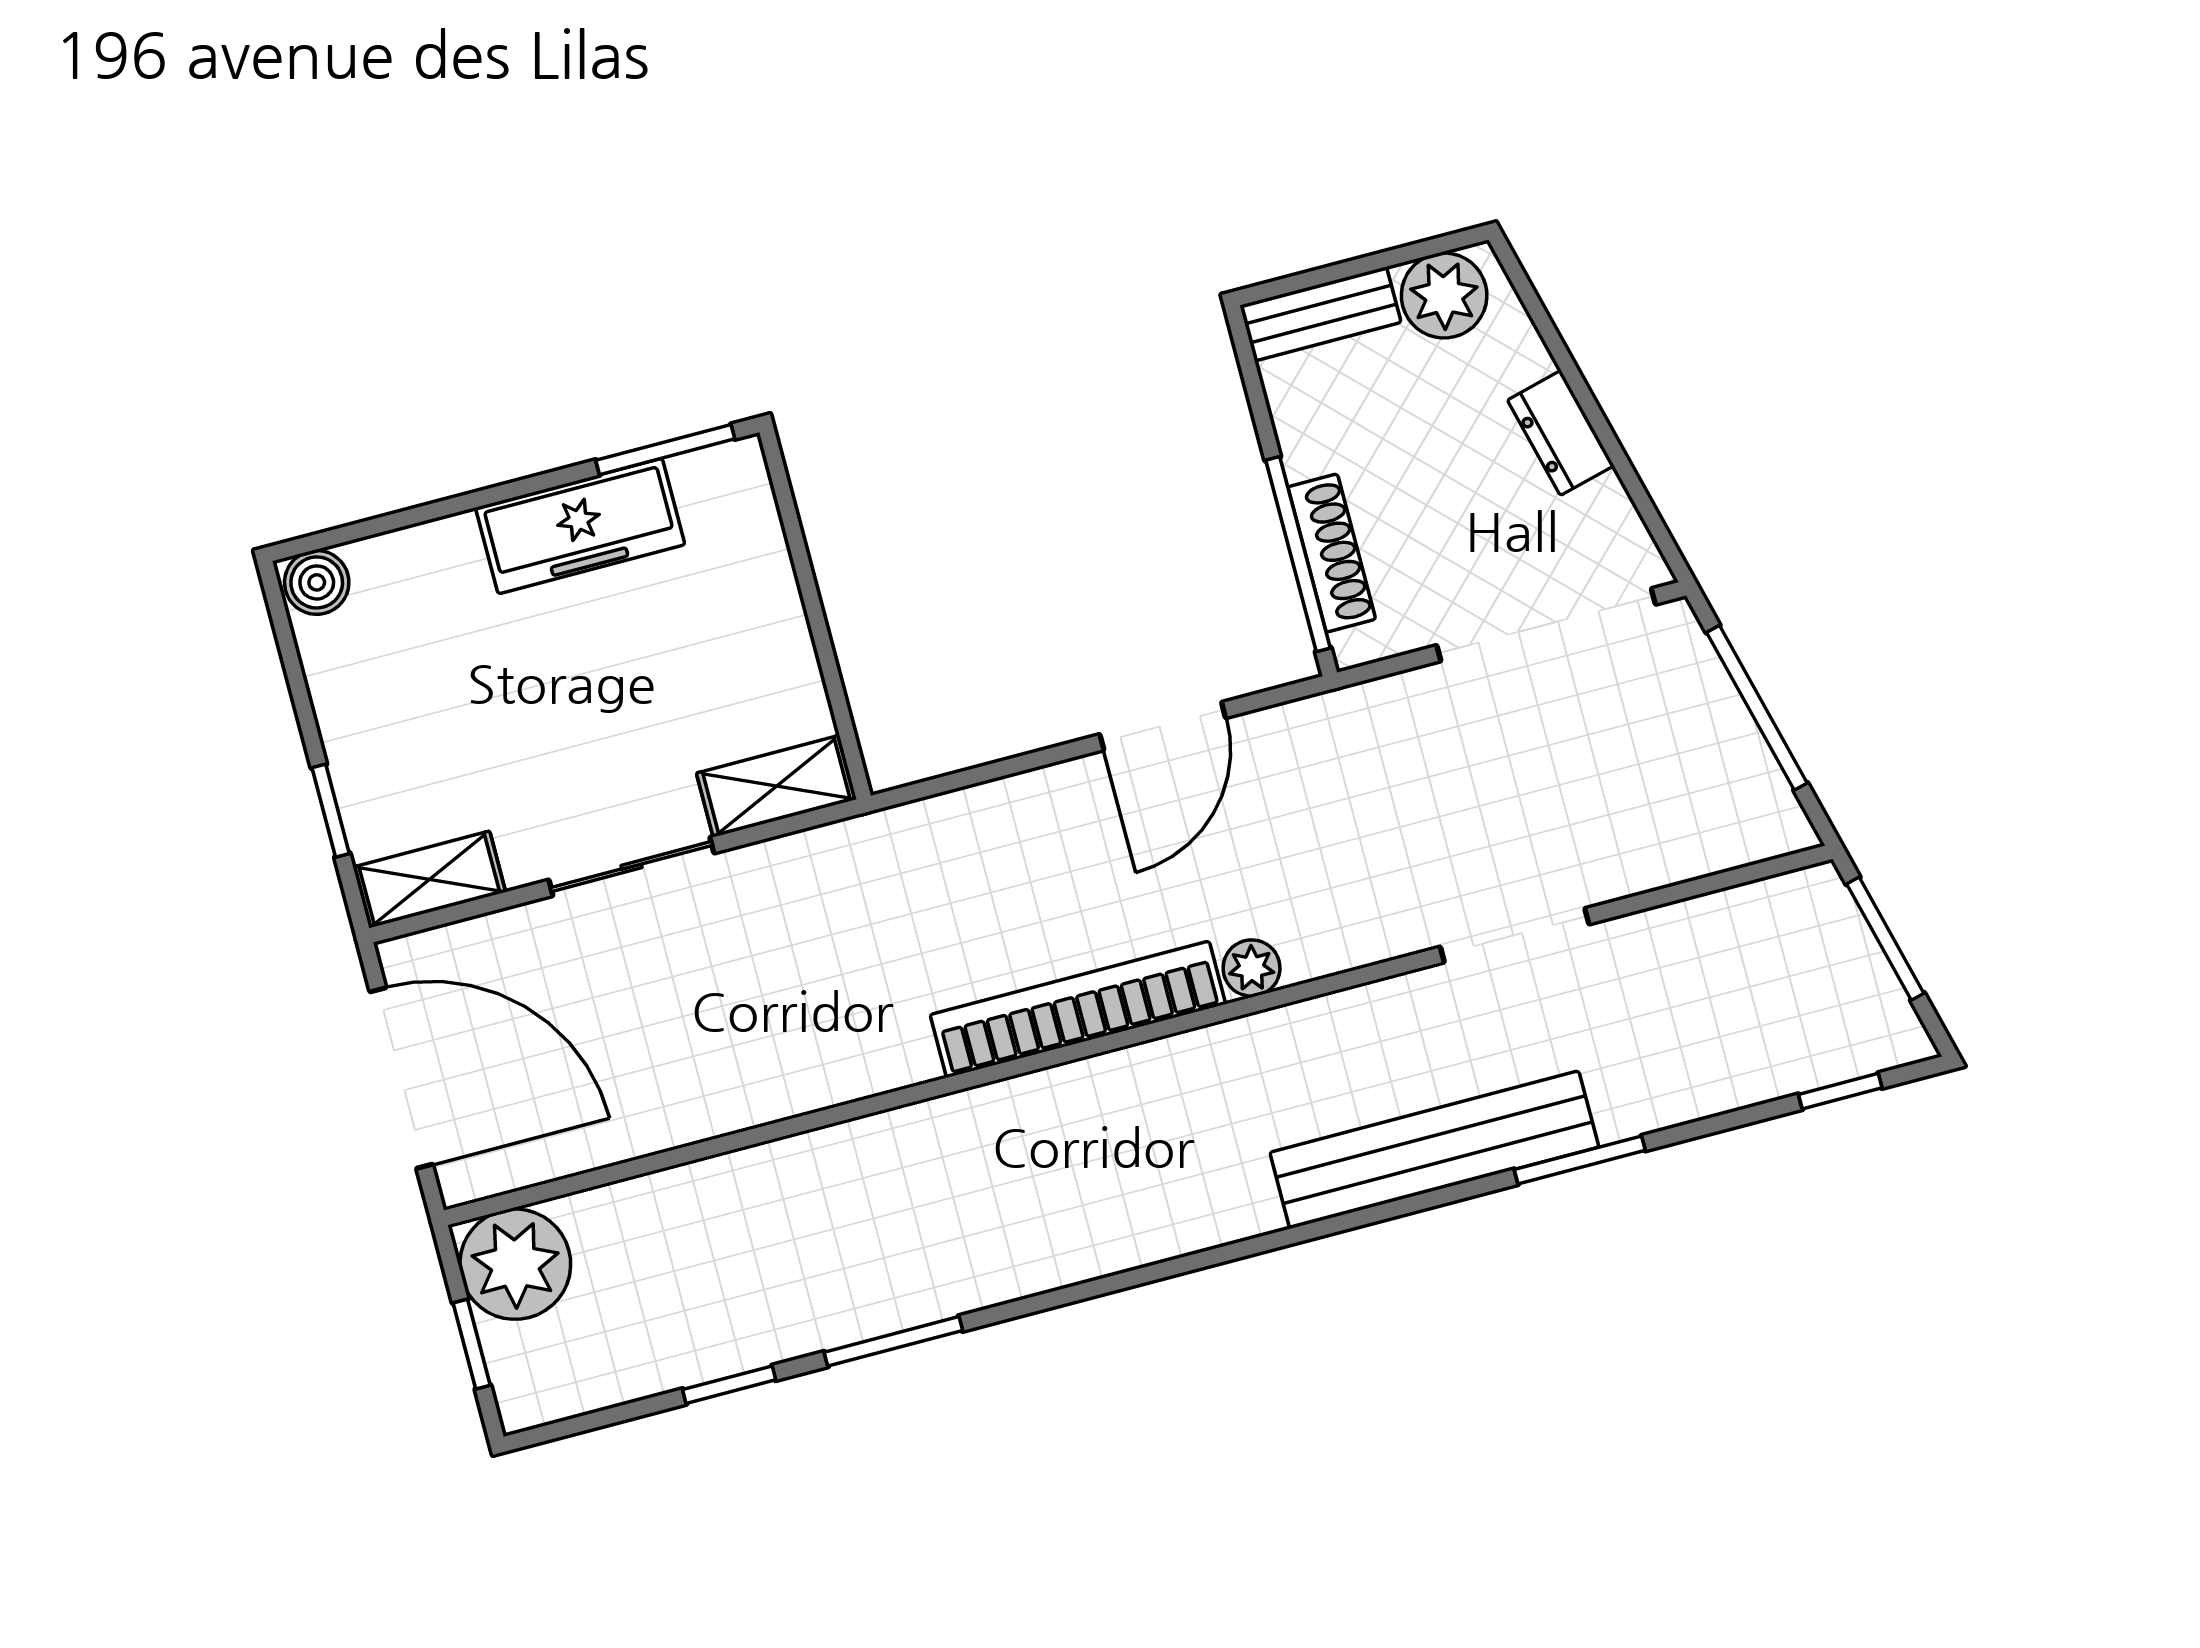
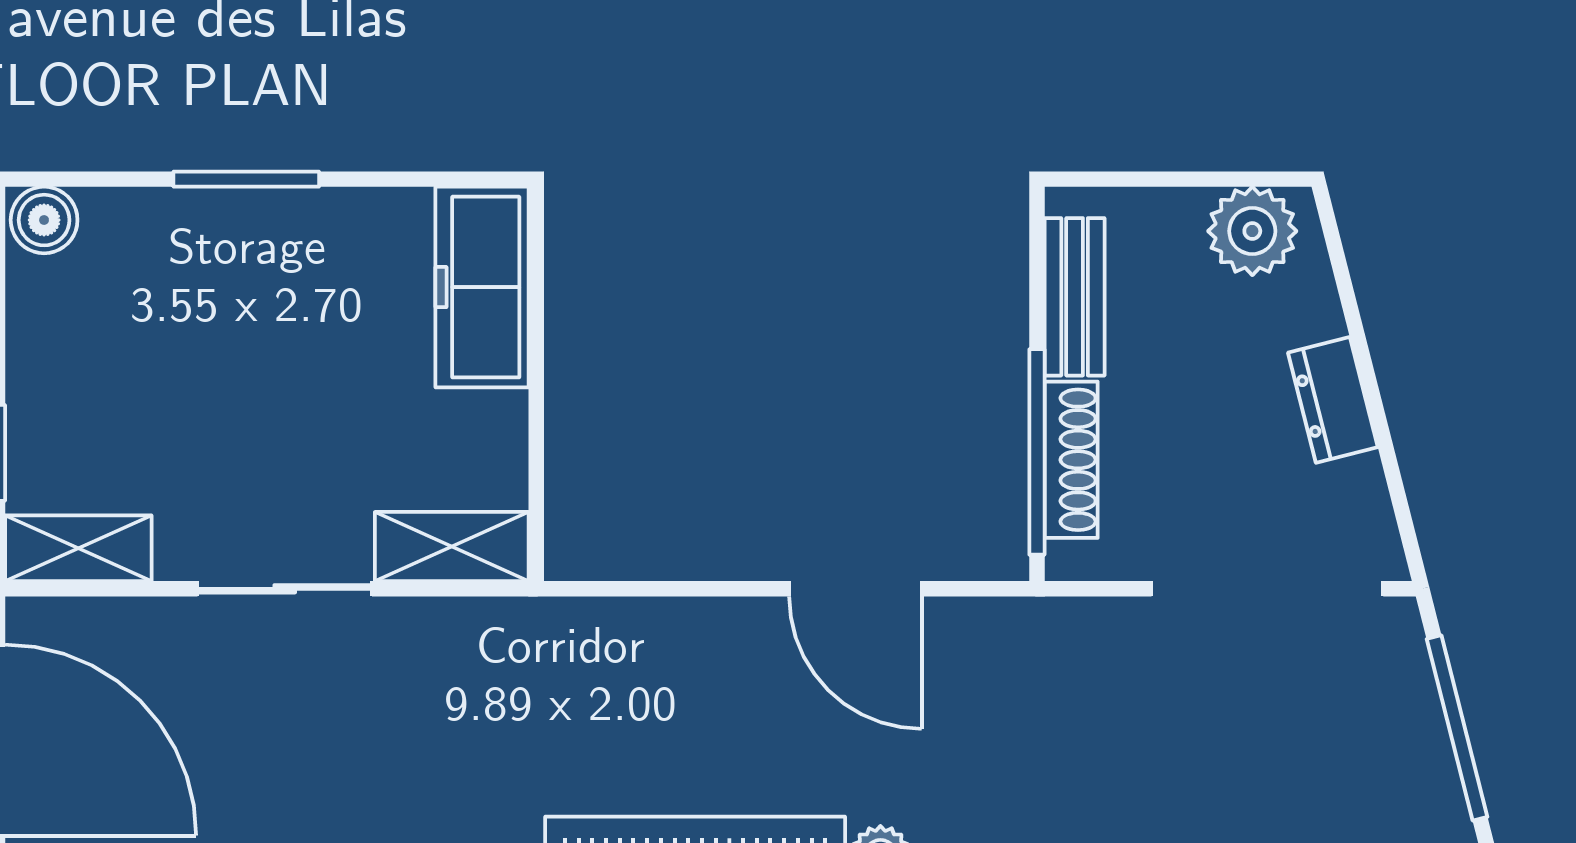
bench: (1320, 314) -> (1075, 297), moved, turned 90
window: (665, 450) -> (246, 179), moved
freezer: (580, 526) -> (482, 287), moved, turned 90
door: (1163, 726) -> (855, 589), hinge flipped

